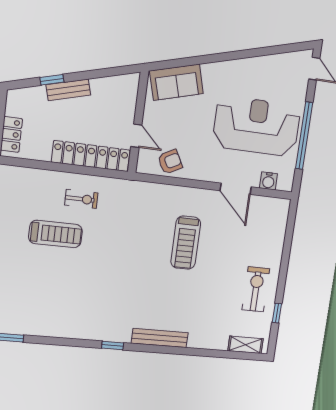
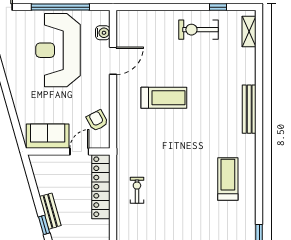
sofa: (176, 82) -> (48, 136), moved, turned -74
treadmill: (56, 234) -> (228, 179), moved
window: (113, 346) -> (259, 149), removed

